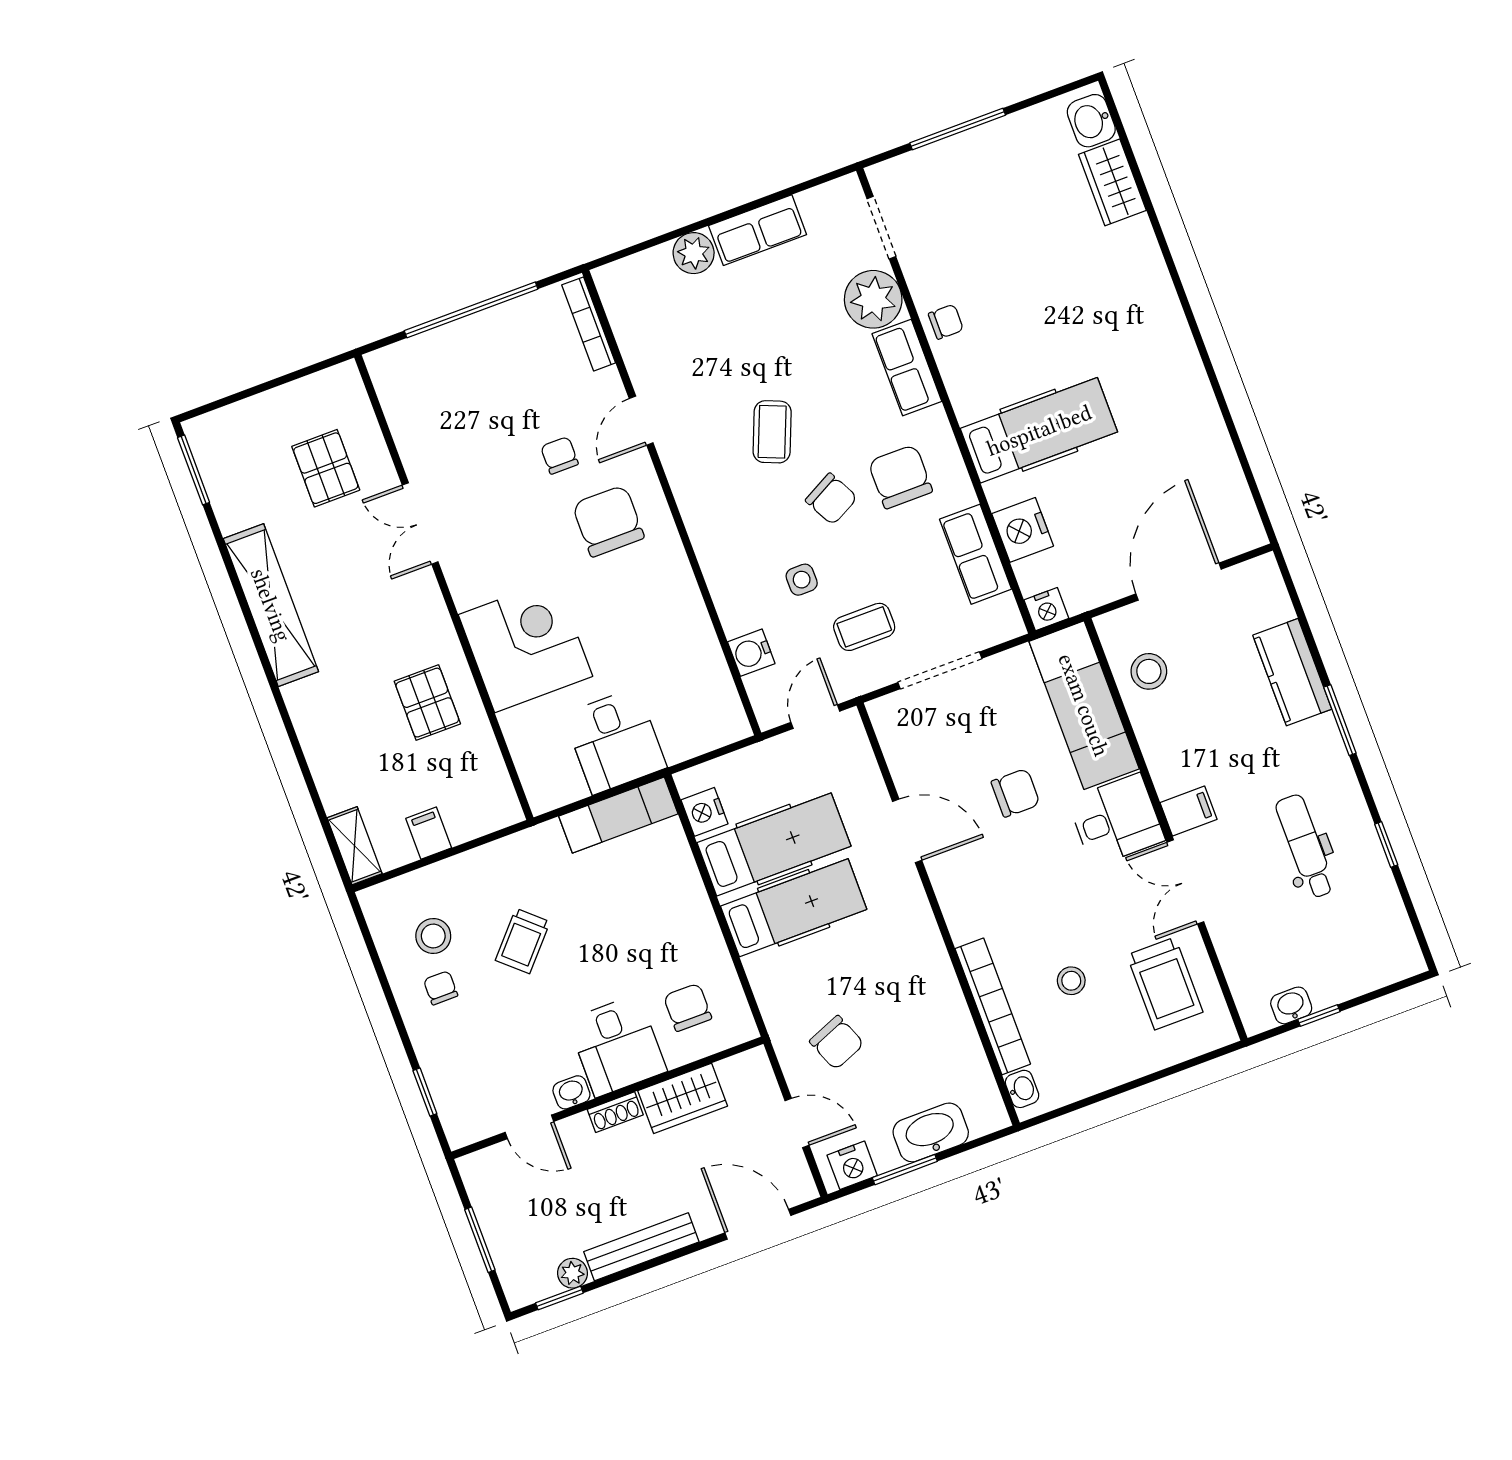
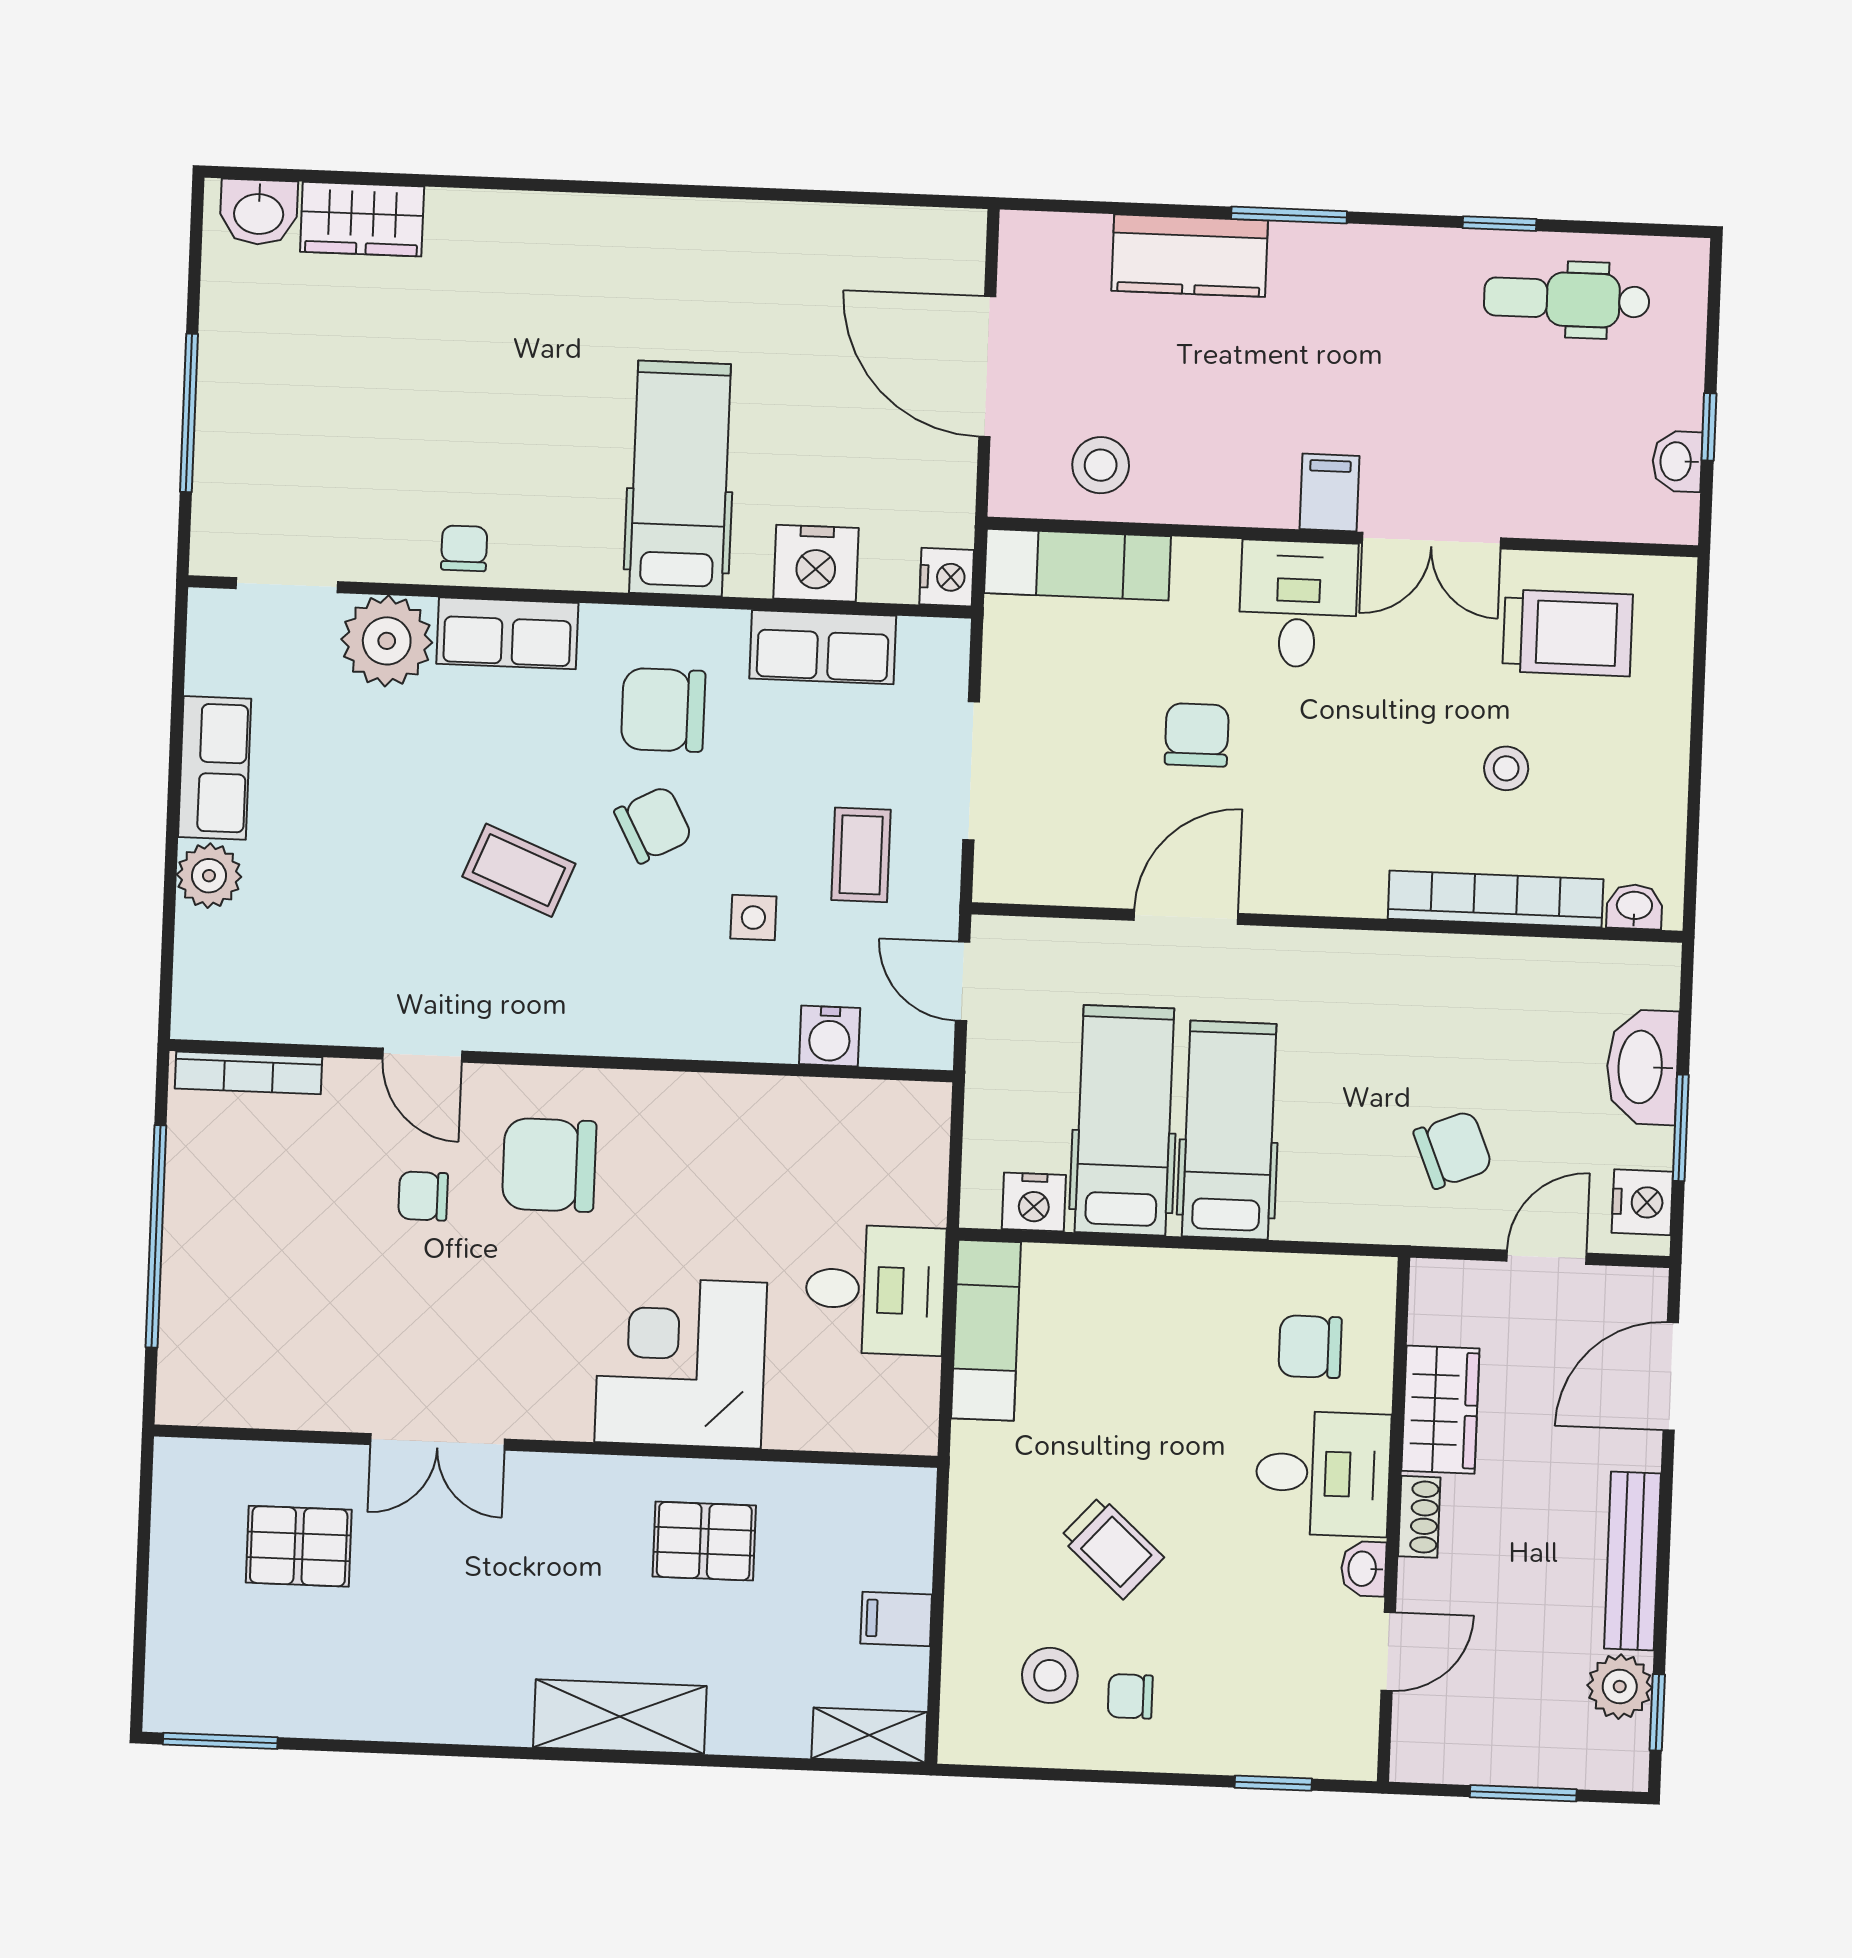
shelving: (271, 605) -> (620, 1717), moved, width x0.68
exam couch: (1084, 705) -> (1078, 565), width x0.73, depth x0.69
dental chair: (1305, 846) -> (1567, 299), moved
plant: (572, 1273) -> (1620, 1687), width x1.38, depth x1.38

